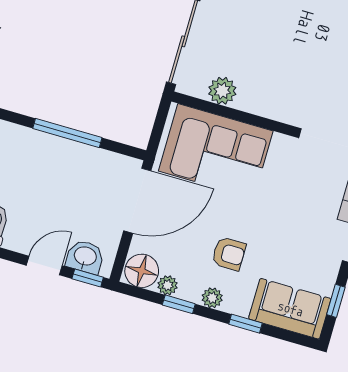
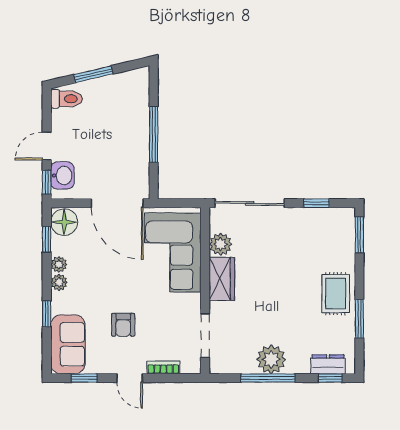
wardrobe: (264, 101) -> (222, 279), added
armchair: (229, 254) -> (123, 325), moved
door: (44, 265) -> (47, 146), swing flipped
plant: (168, 285) -> (59, 264), moved
window: (179, 304) -> (47, 239), moved

